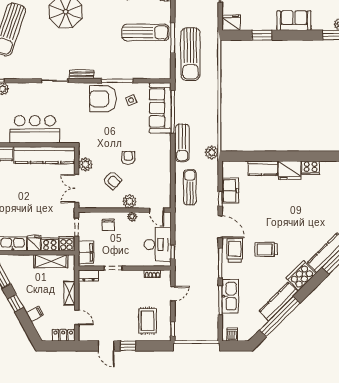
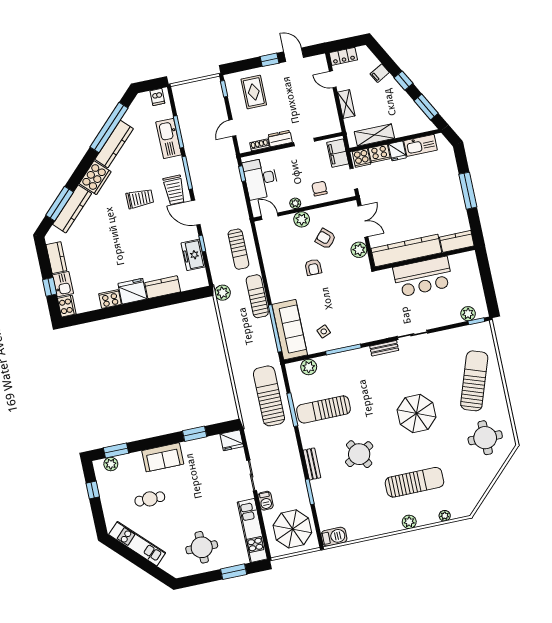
plant: (151, 72) -> (309, 367), added
armchair: (103, 99) -> (355, 326), removed
dresser: (88, 276) -> (280, 139), moved

